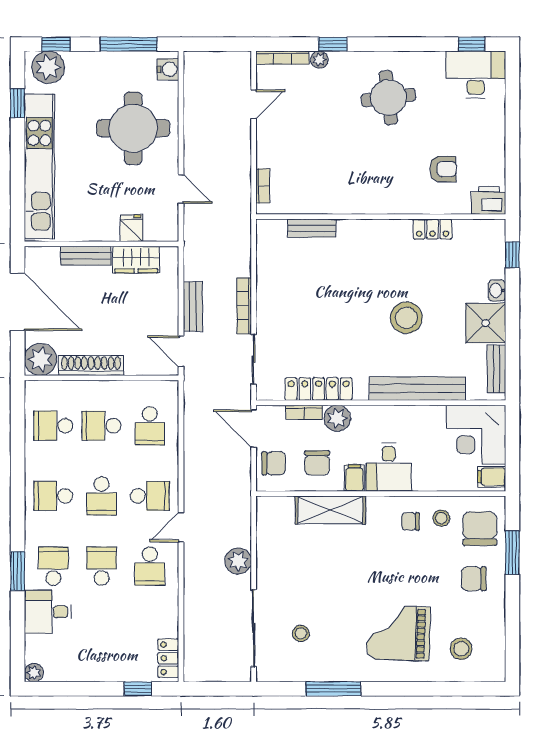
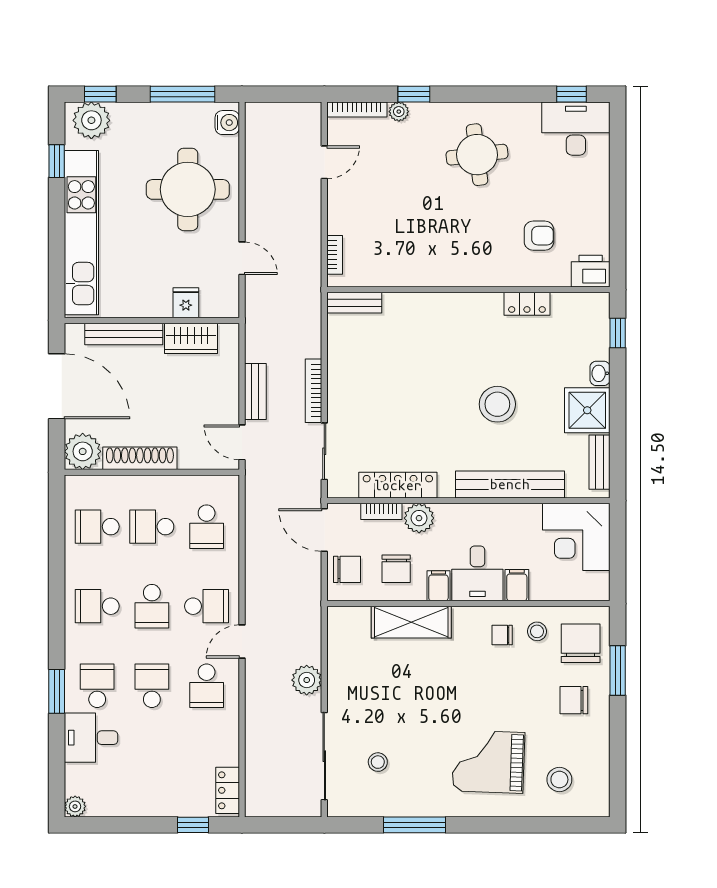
bench: (312, 228) -> (354, 303), moved
bench: (86, 256) -> (124, 334), width x1.36
filing cabinet: (492, 477) -> (517, 585), moved, turned 90

